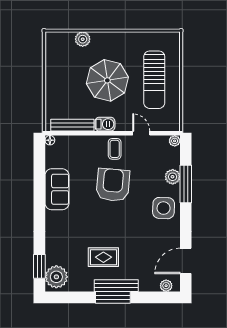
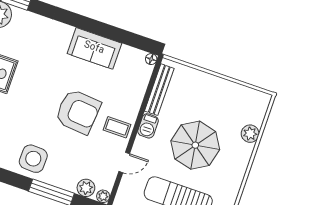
plant: (173, 177) -> (86, 188), moved

